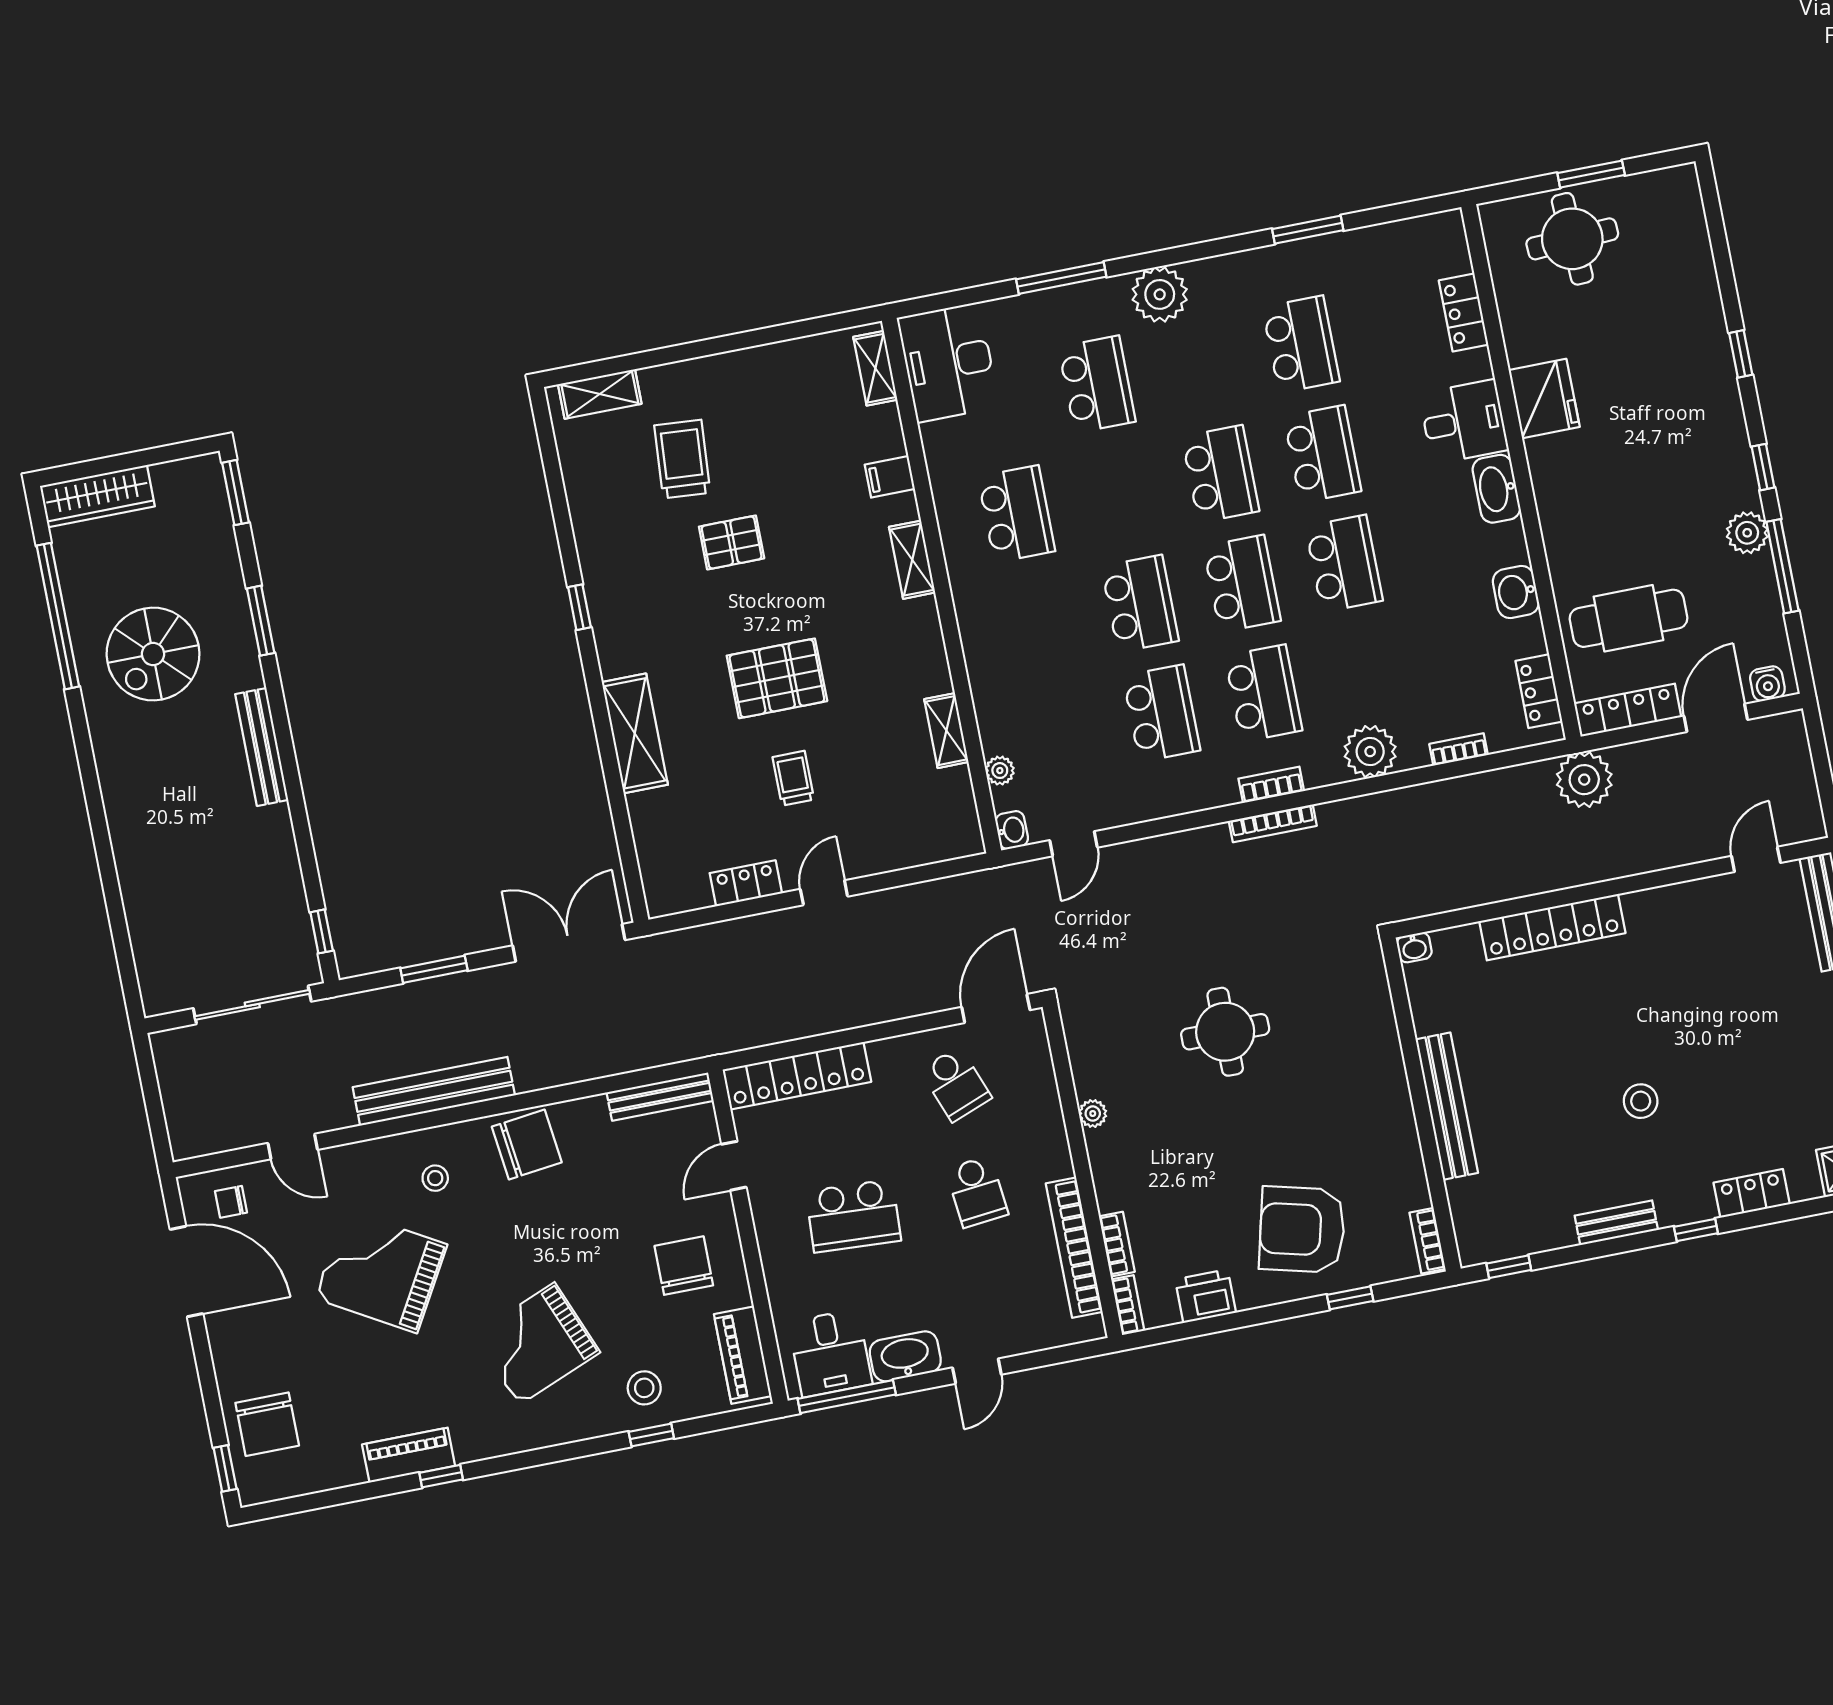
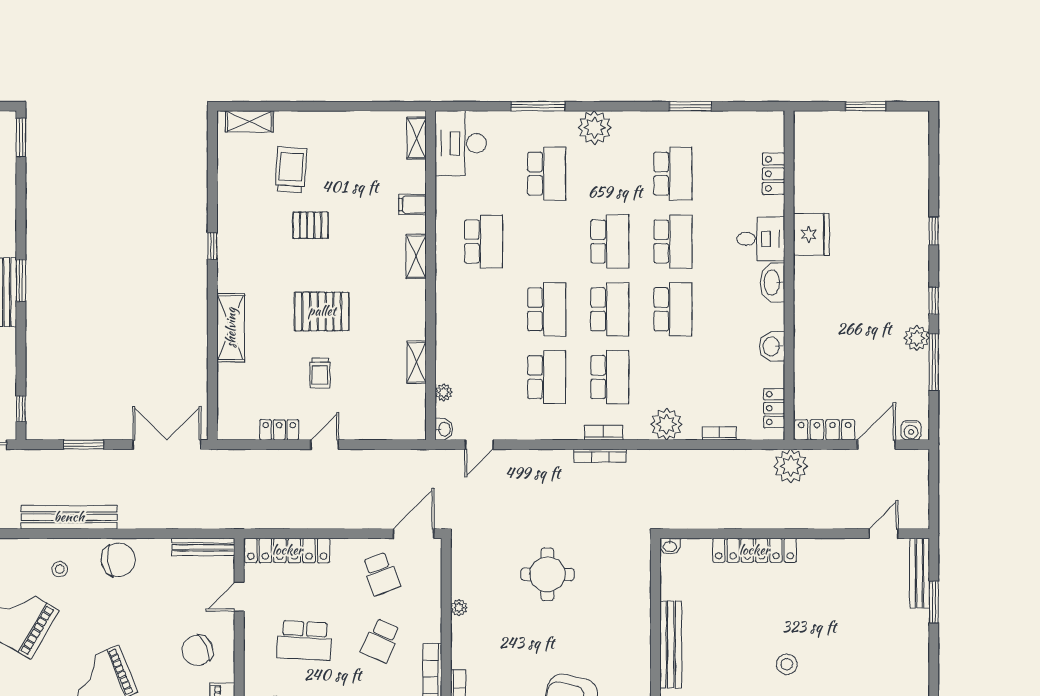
round table: (1572, 239) -> (847, 143), removed
cafe table: (1629, 618) -> (836, 375), removed
window: (261, 621) -> (21, 280), moved
trolley: (793, 778) -> (320, 373), turned 180
school desk: (977, 1192) -> (381, 641), turned 30
chair: (684, 1266) -> (198, 650), turned -114

